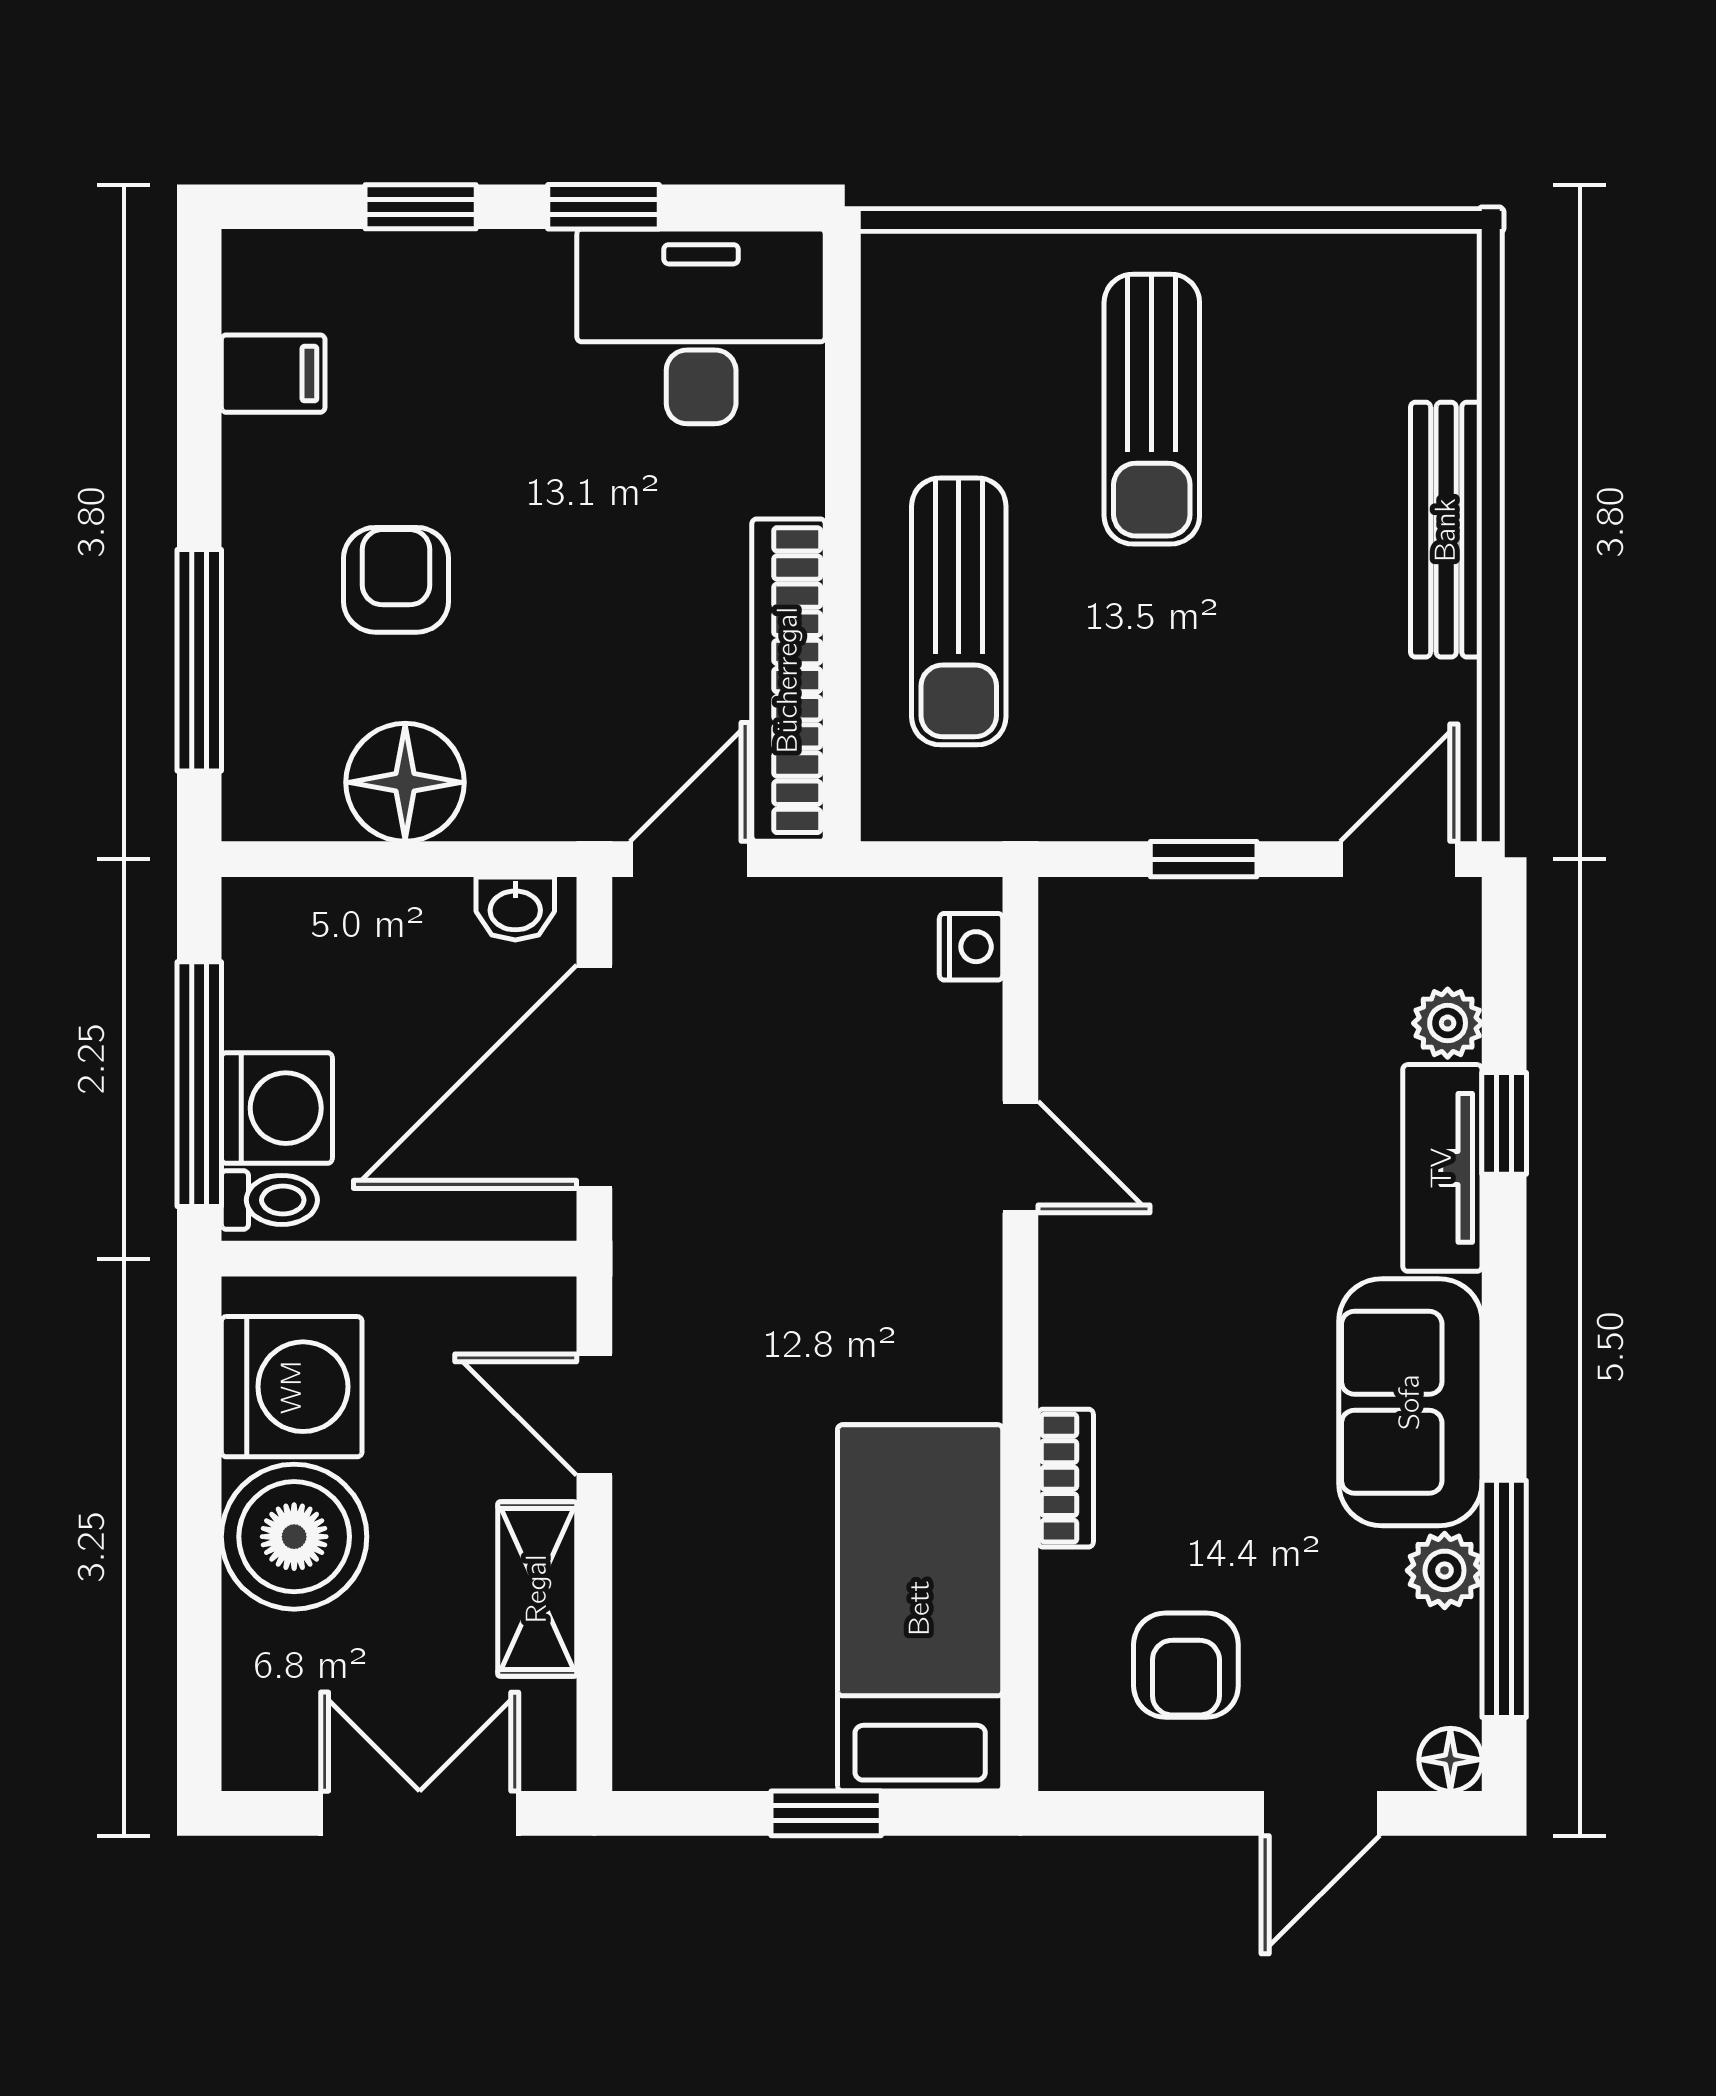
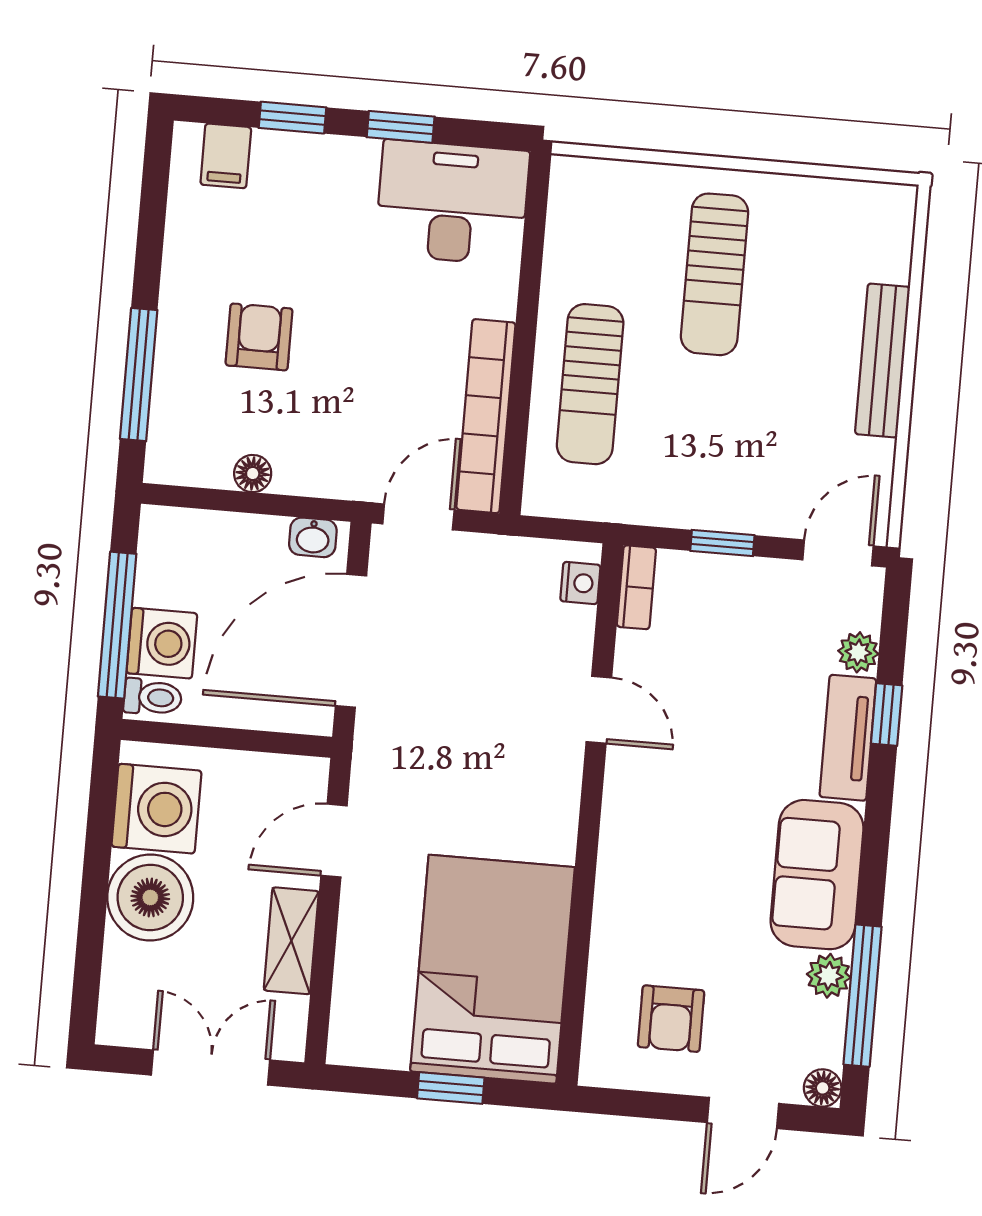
filing cabinet: (273, 374) -> (226, 156), moved, turned 90
floor lamp: (405, 782) -> (253, 474), width x0.53, depth x0.53
door: (594, 1415) -> (334, 841), hinge flipped
bookcase: (1066, 1478) -> (636, 587), moved
bed: (920, 1608) -> (492, 969), width x1.50

